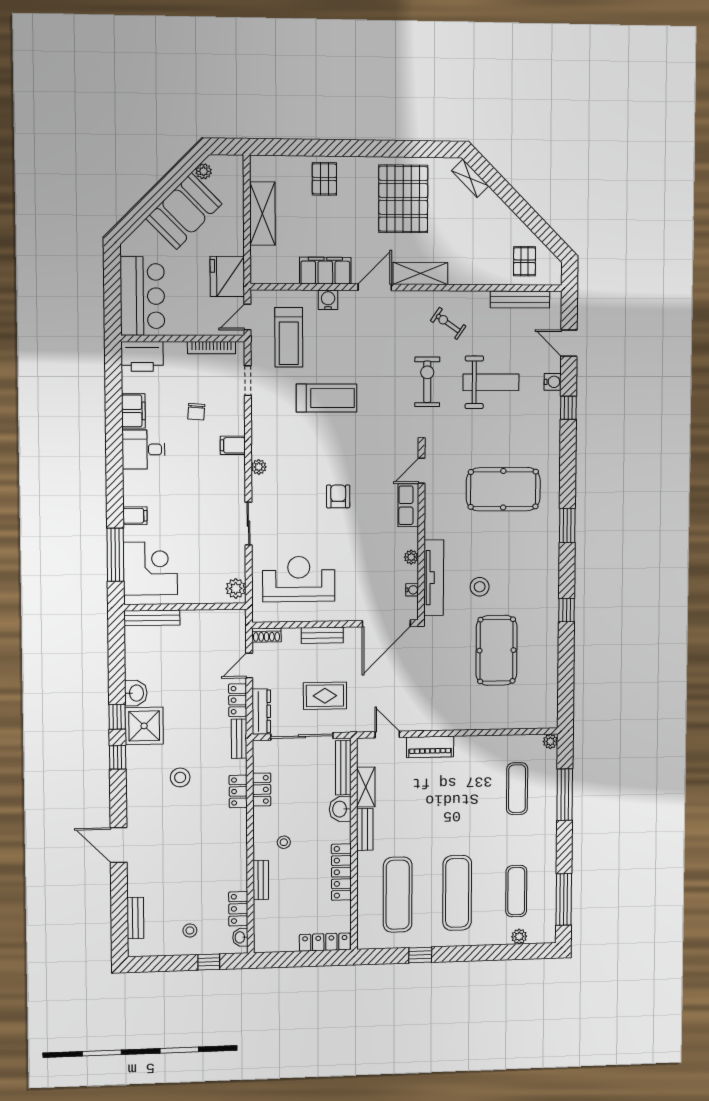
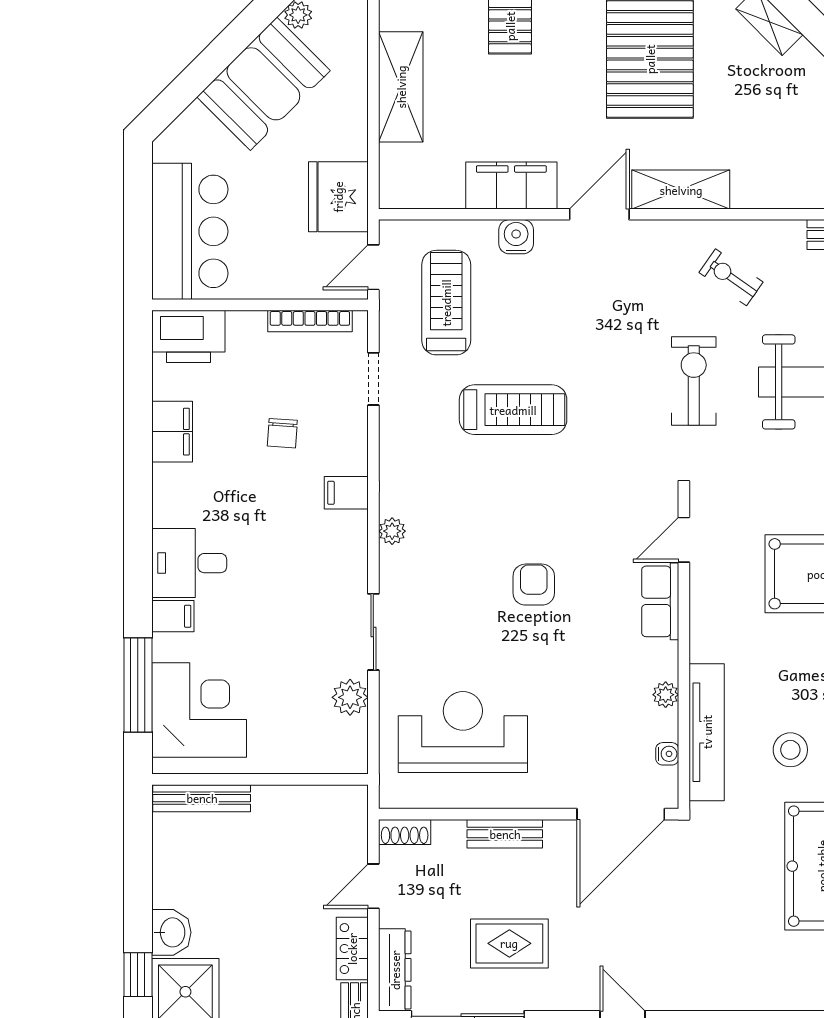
treadmill: (289, 337) -> (446, 303), turned 180
desk: (144, 449) -> (189, 563), moved
plant: (236, 588) -> (350, 697), moved

